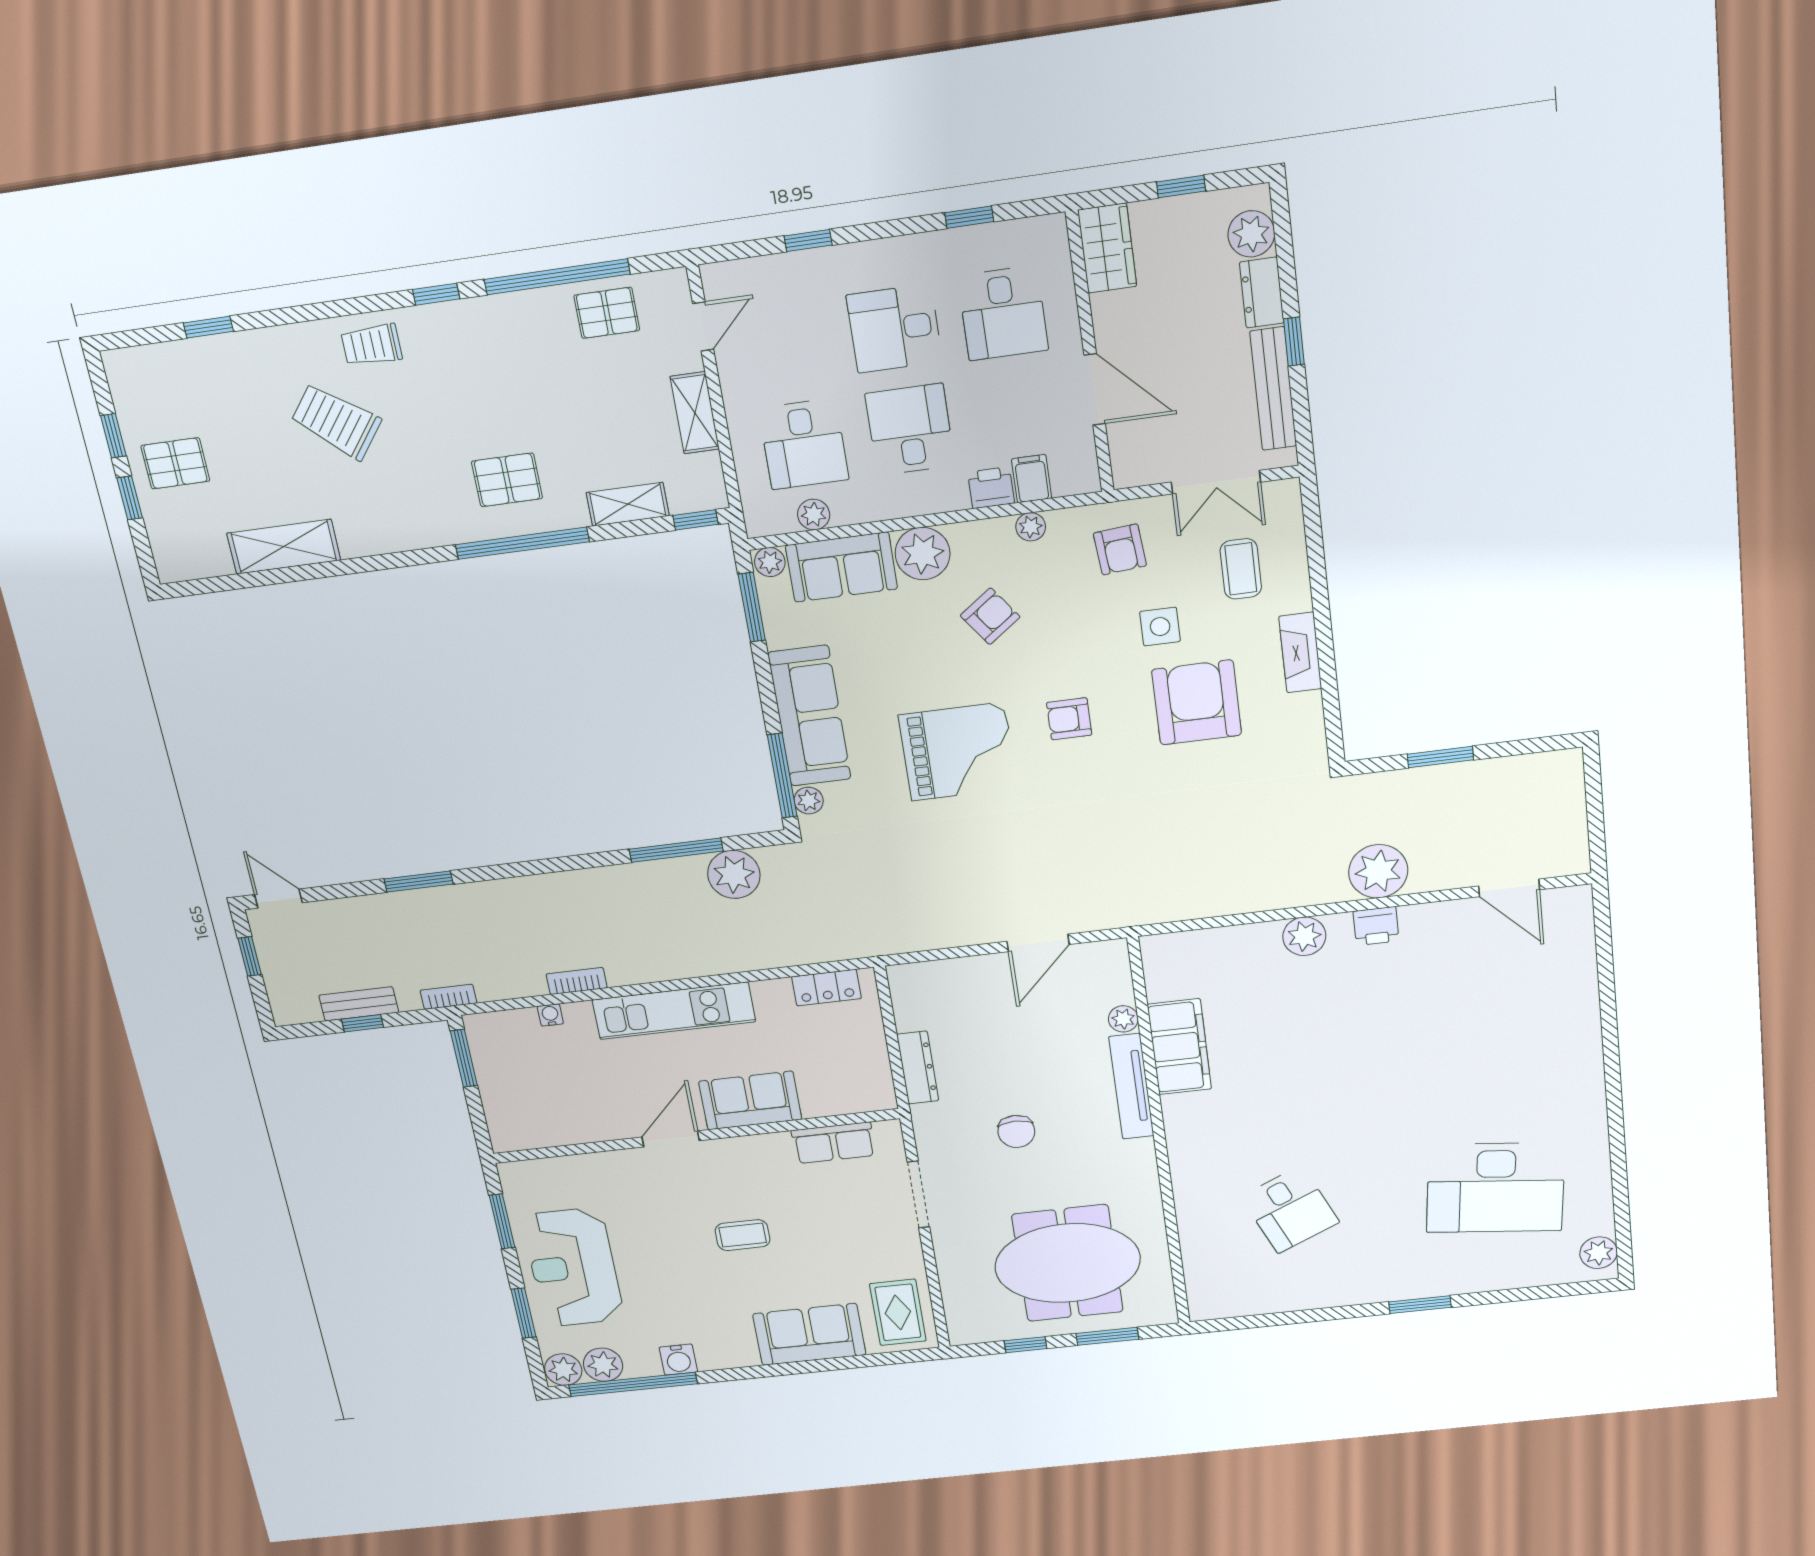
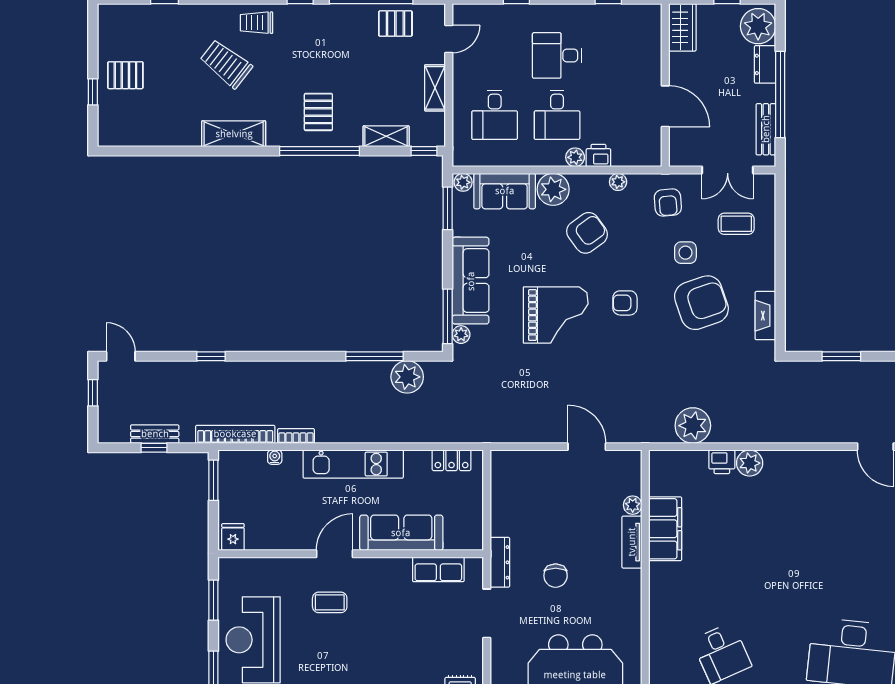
plant: (1251, 234) -> (758, 26), width x1.36, depth x1.36
desk: (1003, 313) -> (619, 55), removed
window: (1294, 342) -> (780, 95), width x3.17
bench: (1273, 389) -> (766, 129), width x0.73
desk: (910, 430) -> (557, 115), turned 180
window: (113, 436) -> (93, 54), removed
filing cabinet: (1032, 479) -> (623, 153), removed
pallet: (507, 480) -> (318, 112), turned 90
plant: (814, 515) -> (575, 157), moved
shelving: (284, 547) -> (234, 134), moved
coffee table: (1241, 569) -> (736, 224), turned 90
armchair: (990, 616) -> (587, 233), width x1.38, depth x1.38
fireplace: (1300, 652) -> (765, 316), moved
armchair: (1197, 702) -> (701, 303), turned 71
plant: (1378, 871) -> (693, 426), moved
window: (419, 881) -> (211, 356), width x0.67
printer: (1376, 926) -> (722, 462), moved
door: (1038, 943) -> (587, 447), swing flipped
bookcase: (448, 997) -> (235, 434), width x2.31, depth x1.31
dresser: (918, 1068) -> (500, 562), moved
tv unit: (1131, 1086) -> (632, 542), width x0.71
sofa: (750, 1100) -> (401, 533), width x1.36
fridge: (512, 1133) -> (233, 537), added
coffee table: (743, 1235) -> (330, 602), moved

